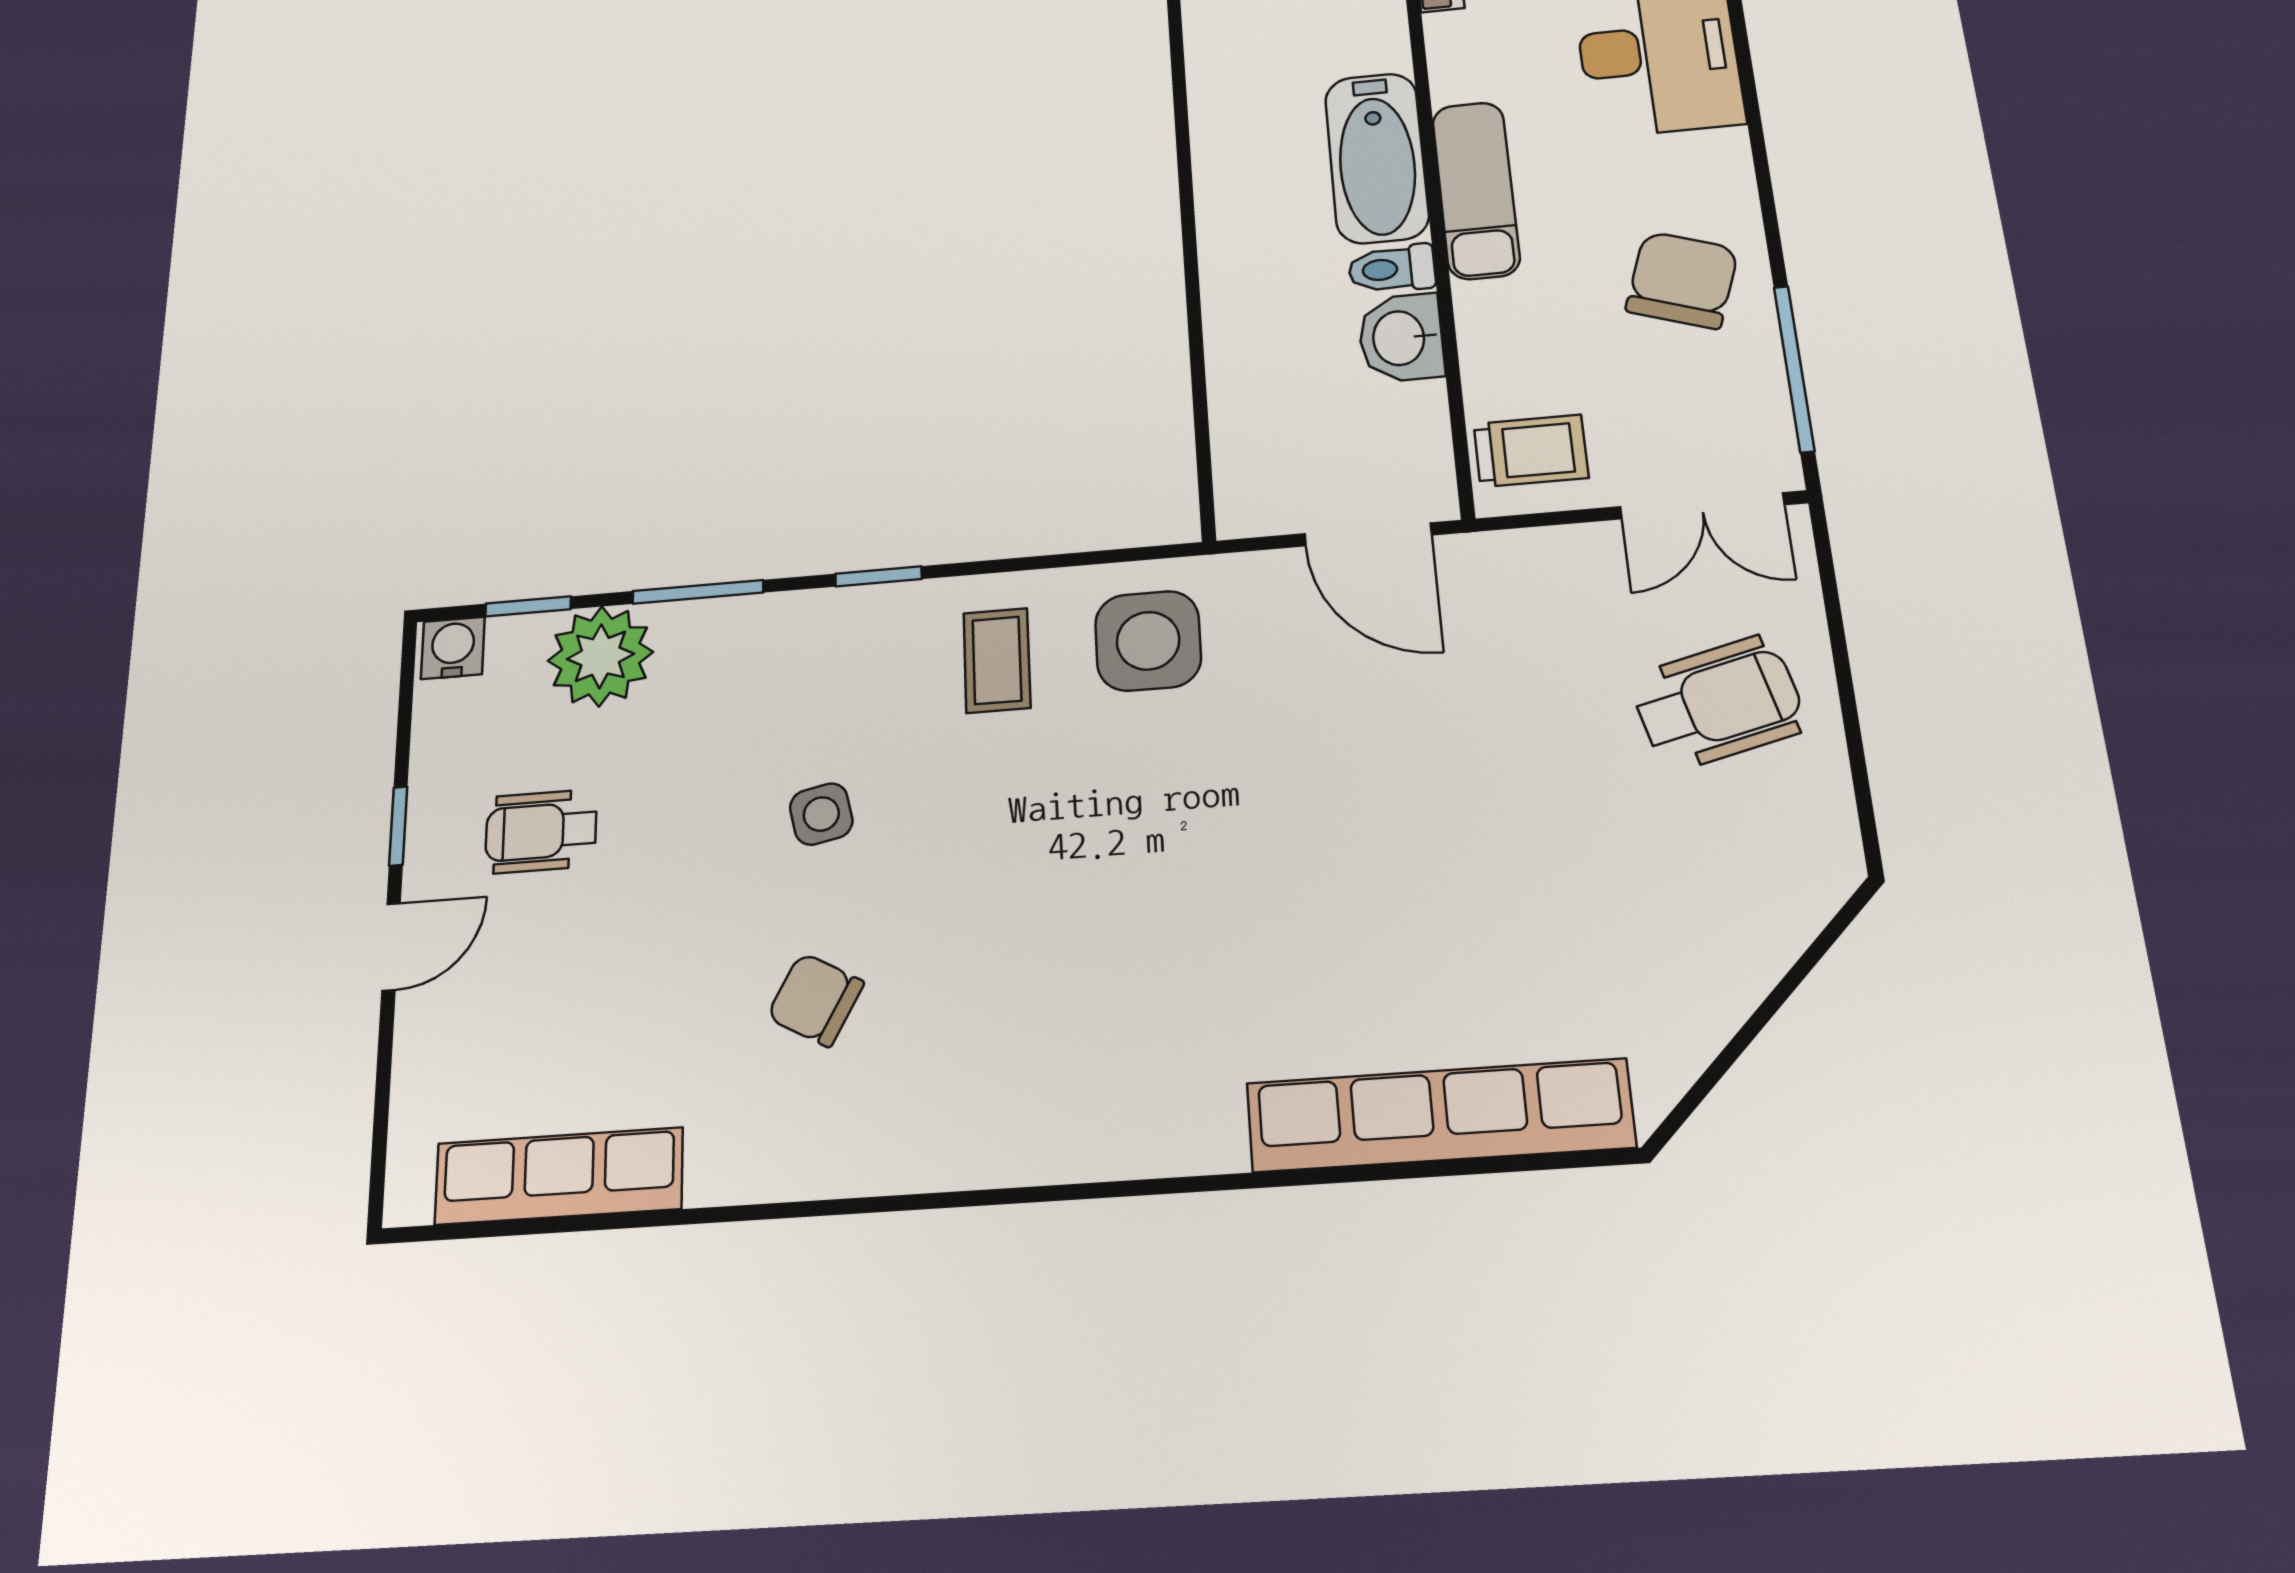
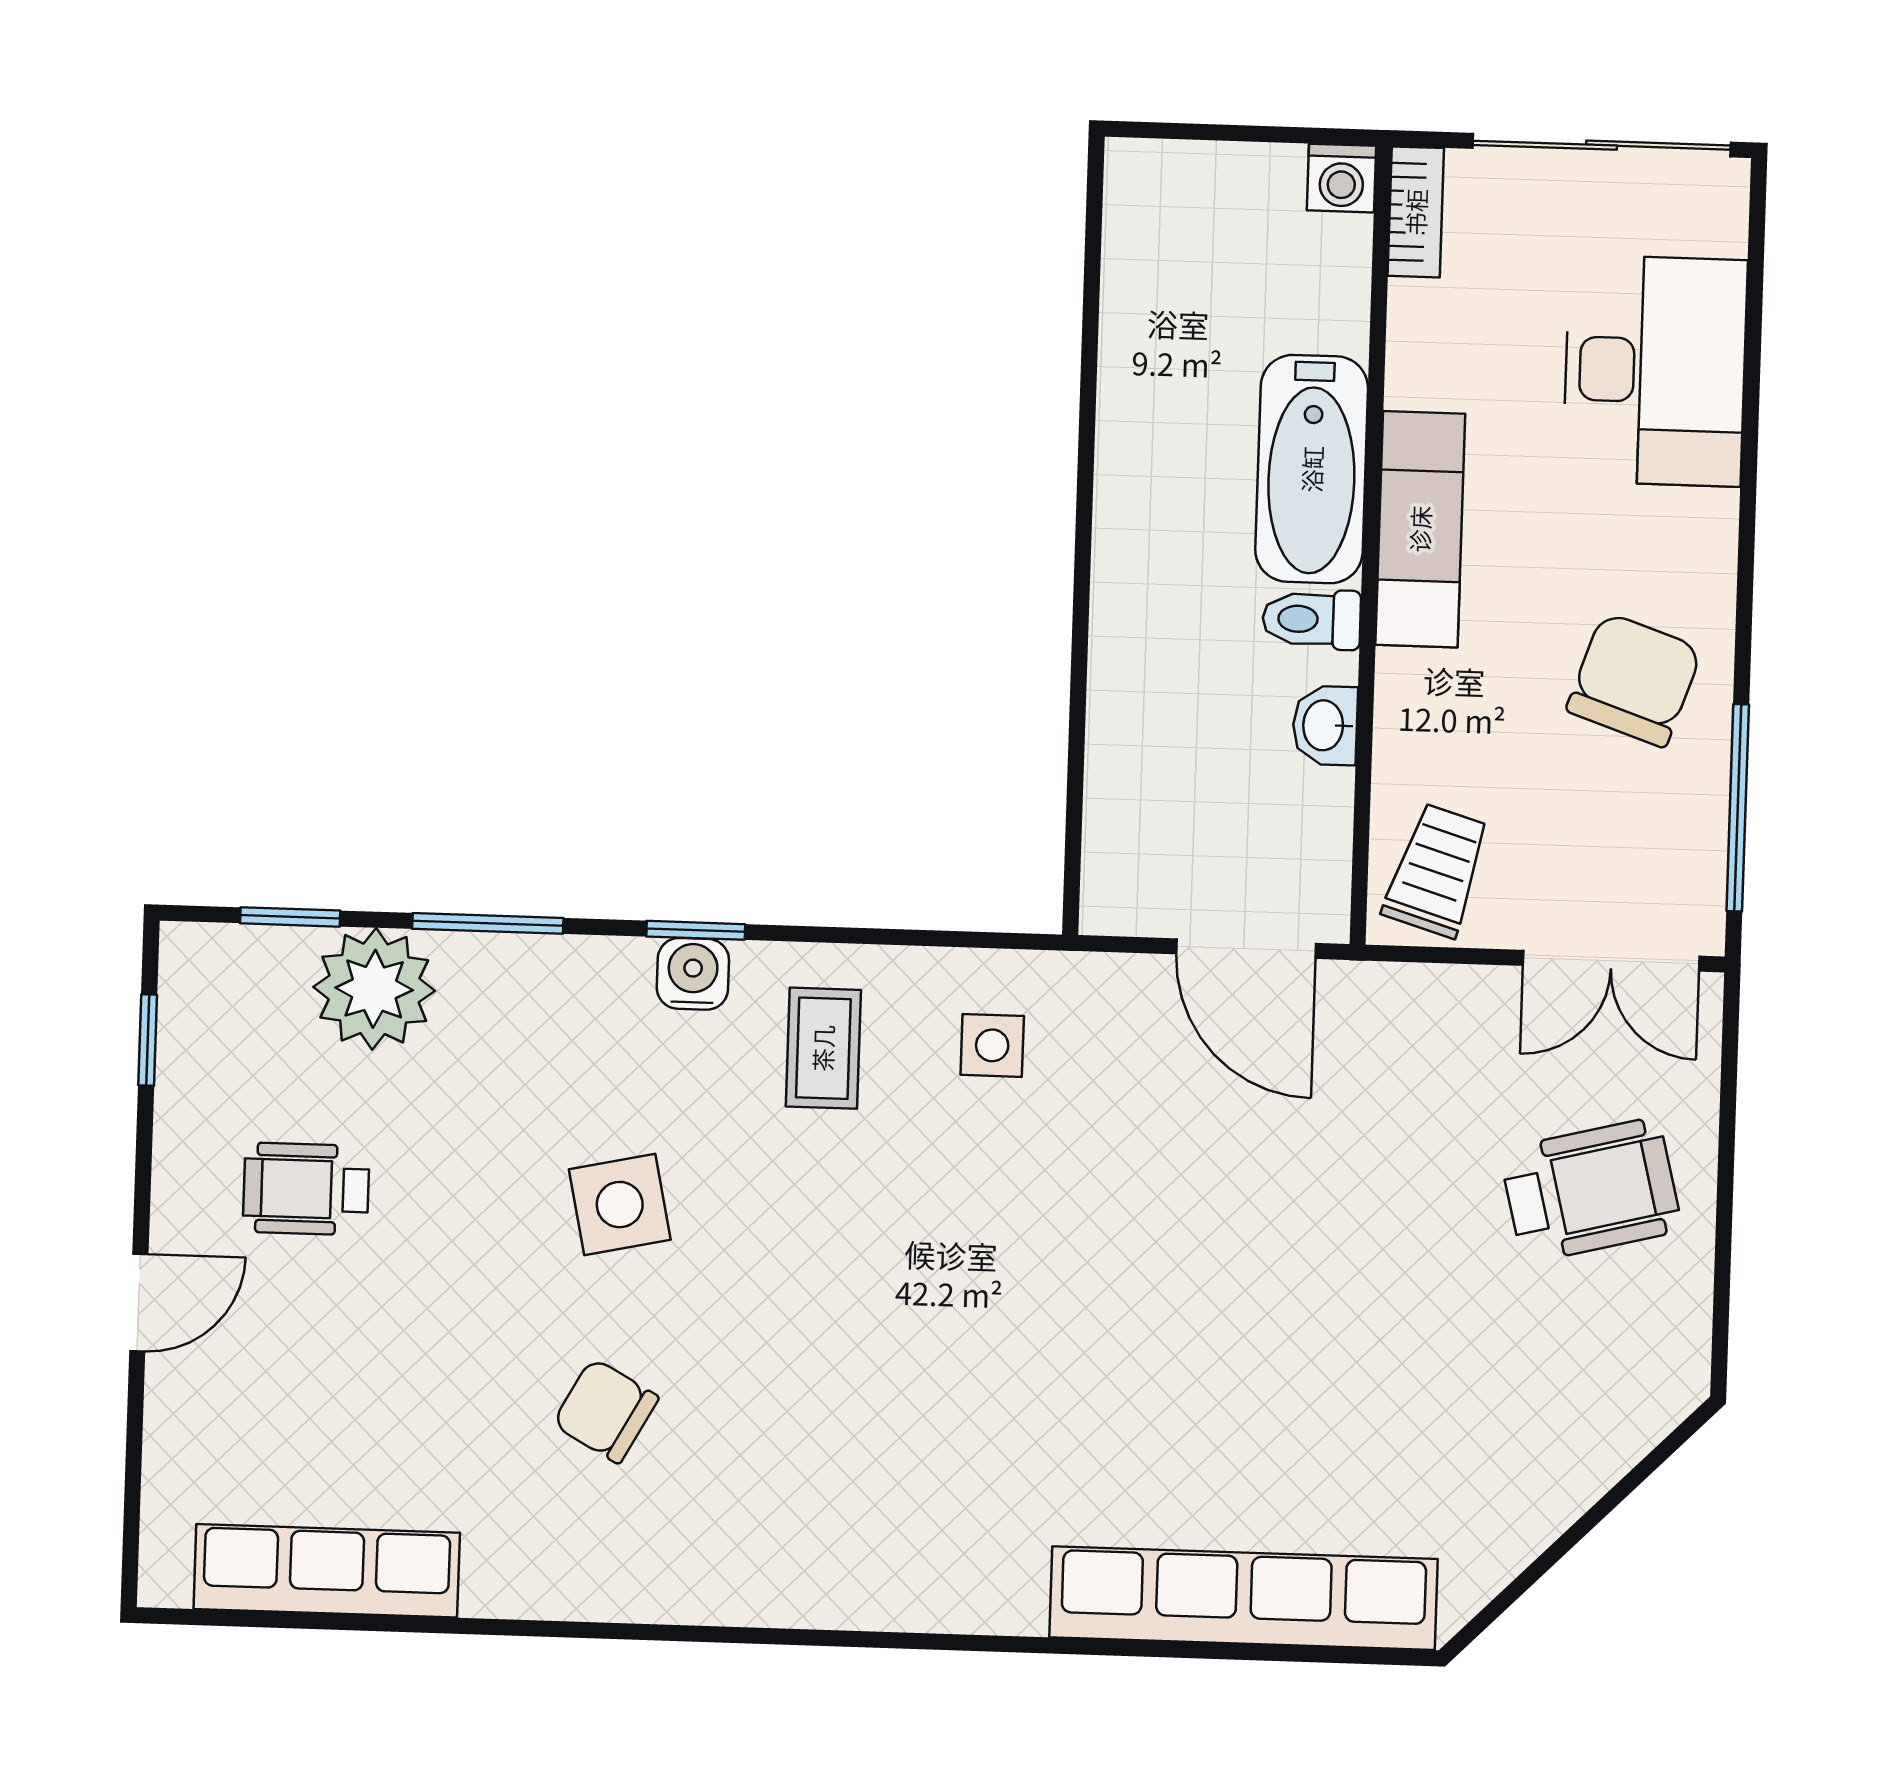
washbasin: (1401, 338) -> (1325, 725), width x0.72, depth x0.69
trolley: (1531, 451) -> (1437, 870), turned -73
side table: (1148, 641) -> (992, 1045), width x0.54, depth x0.54
water cooler: (453, 648) -> (693, 974), moved
side table: (821, 814) -> (620, 1205), width x1.37, depth x1.37
window: (398, 826) -> (148, 1040), moved

